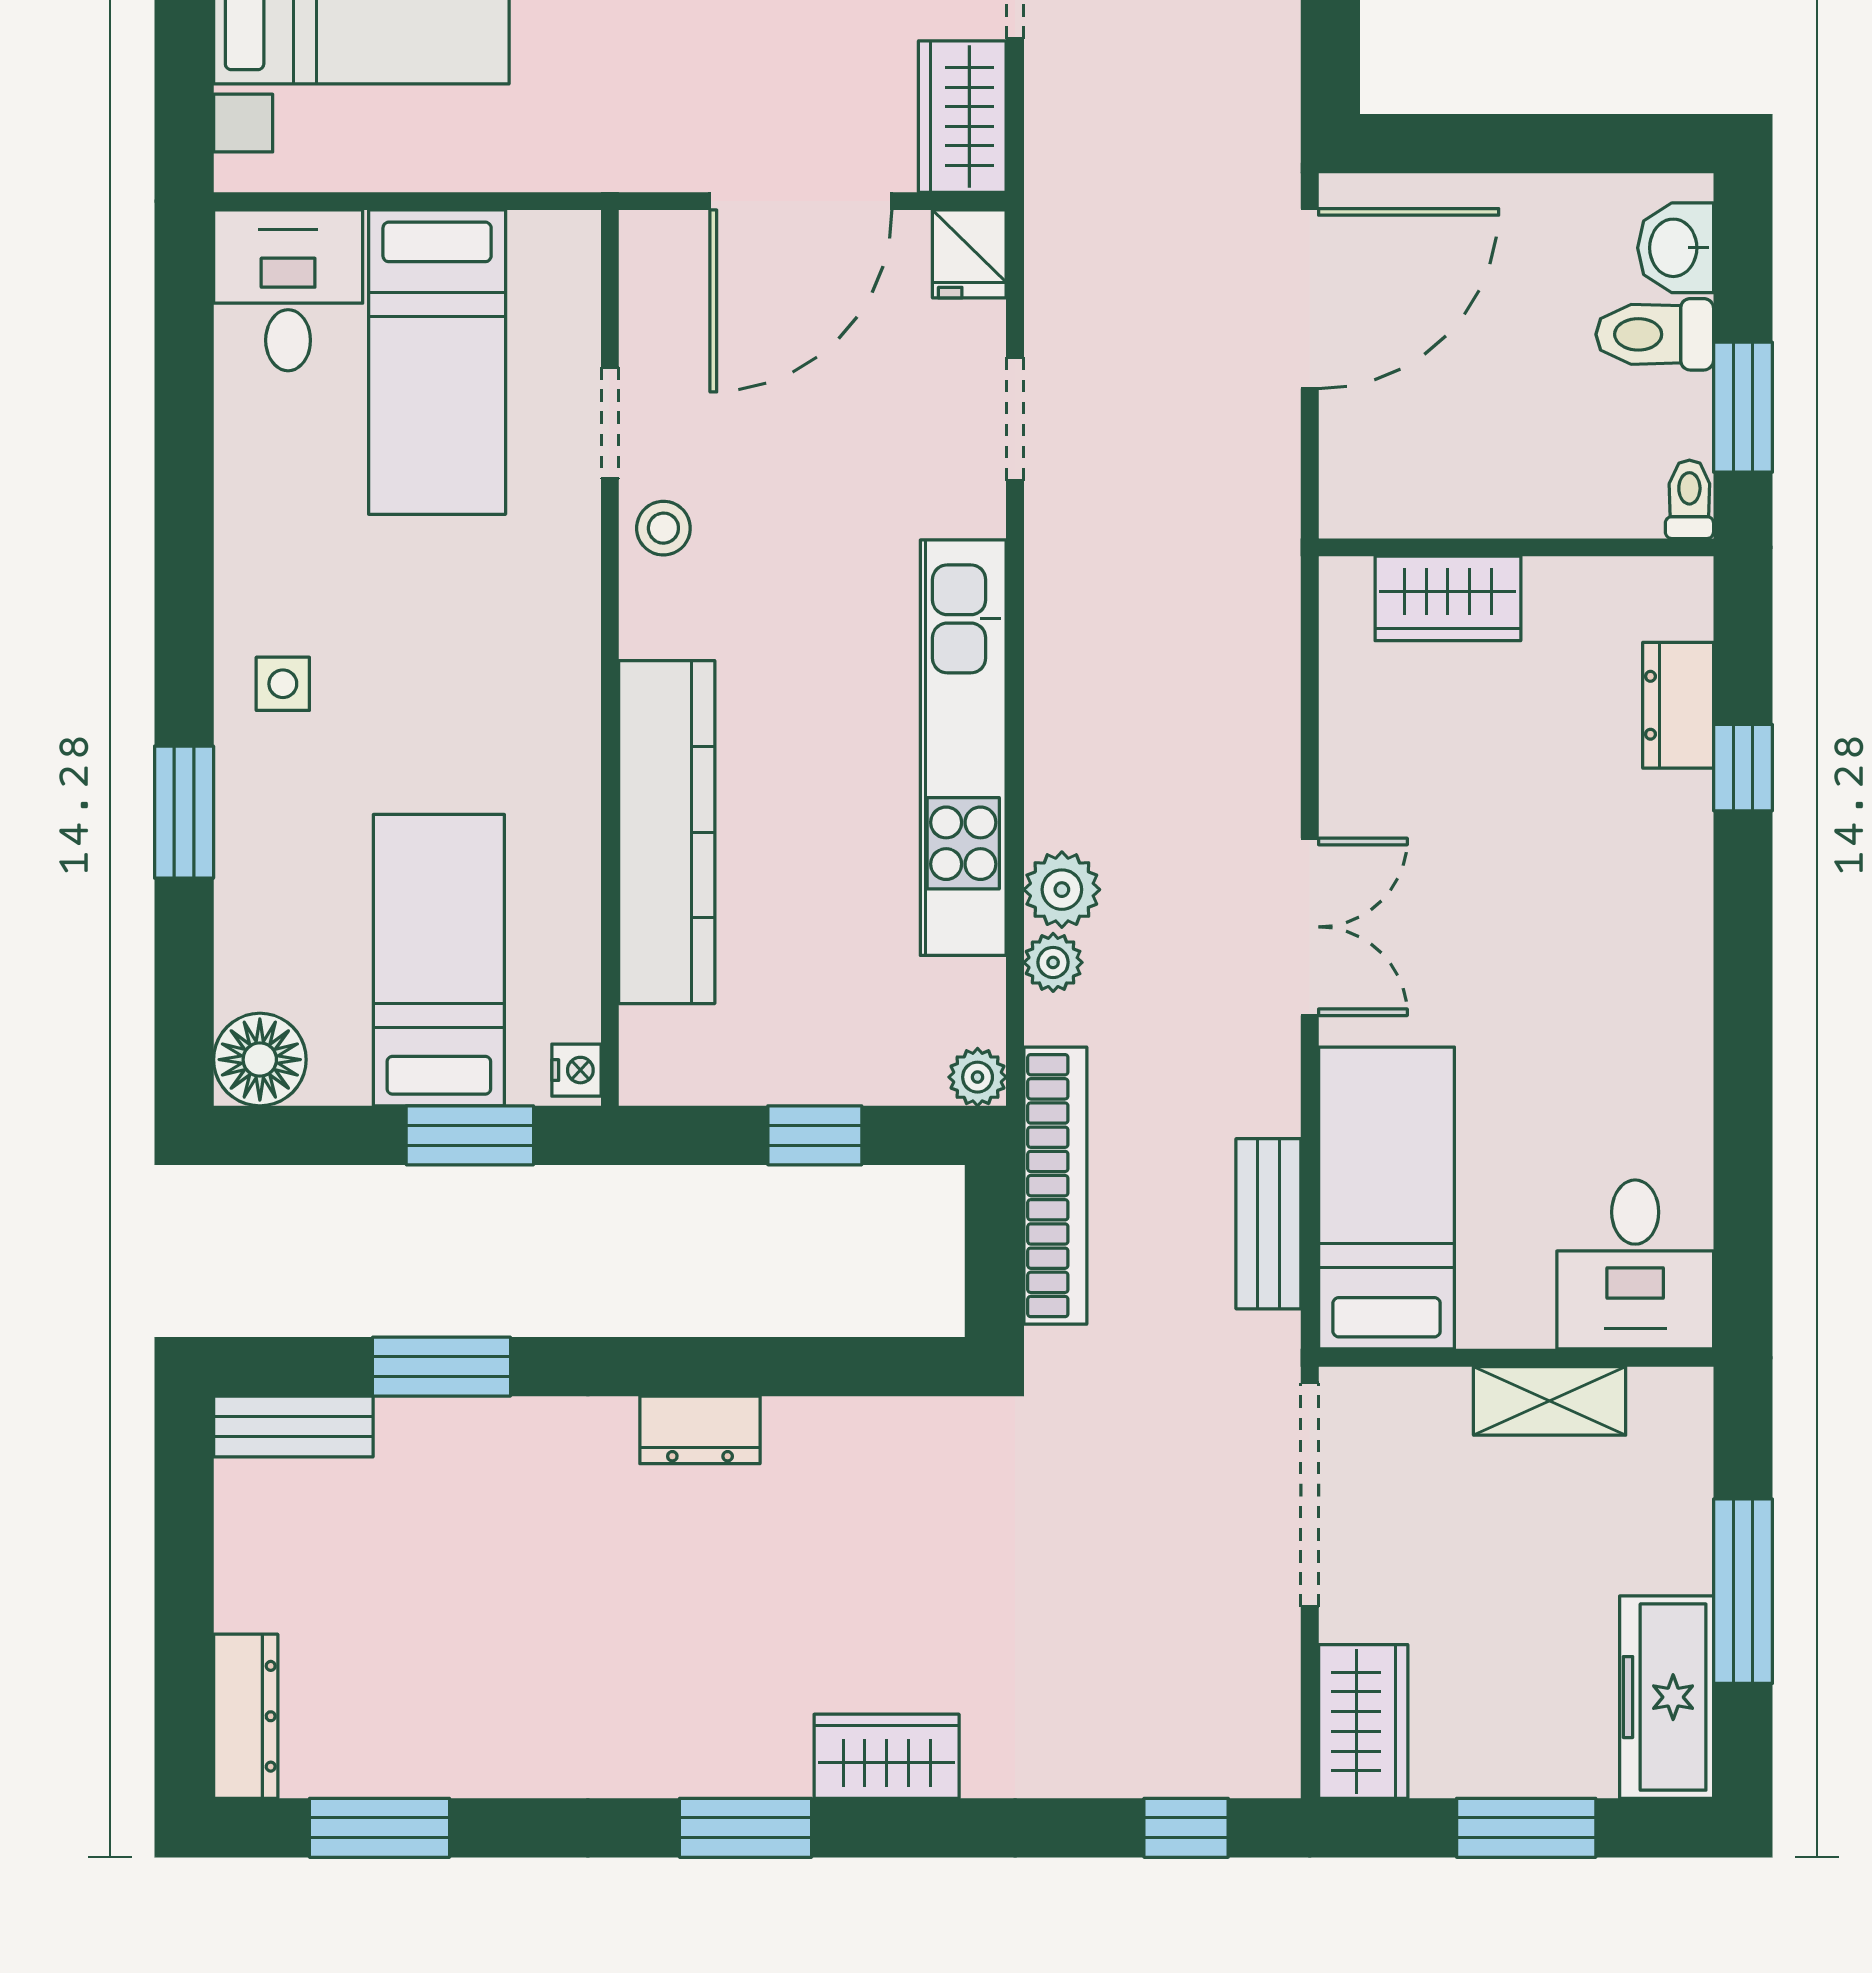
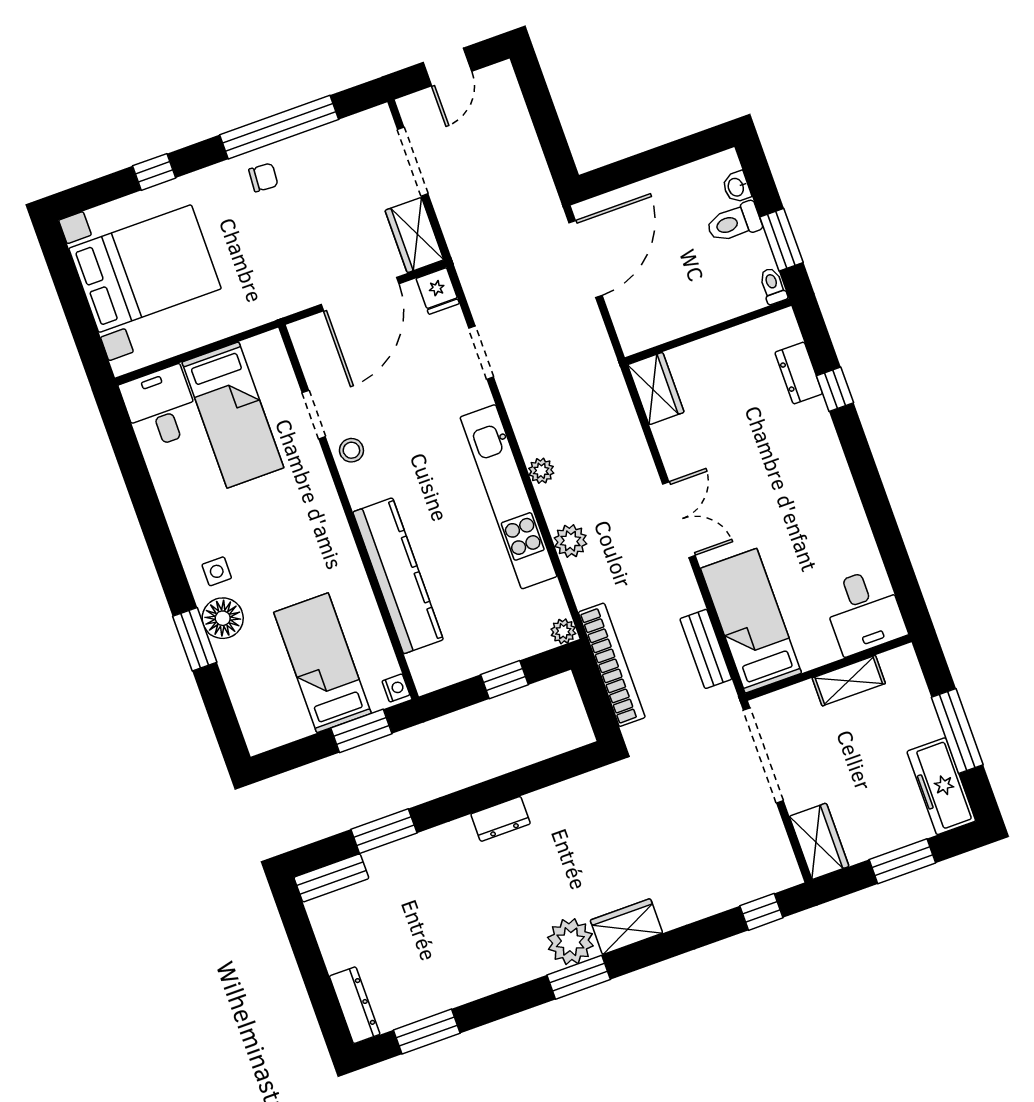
washbasin: (1676, 248) -> (736, 187), width x0.72, depth x0.69
wardrobe: (1448, 598) -> (656, 388), moved, turned -90
plant: (1053, 962) -> (541, 471), moved
floor lamp: (260, 1060) -> (223, 618), moved
plant: (755, 1745) -> (570, 942), added

